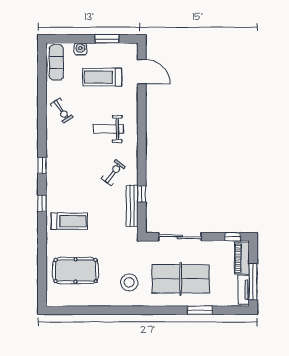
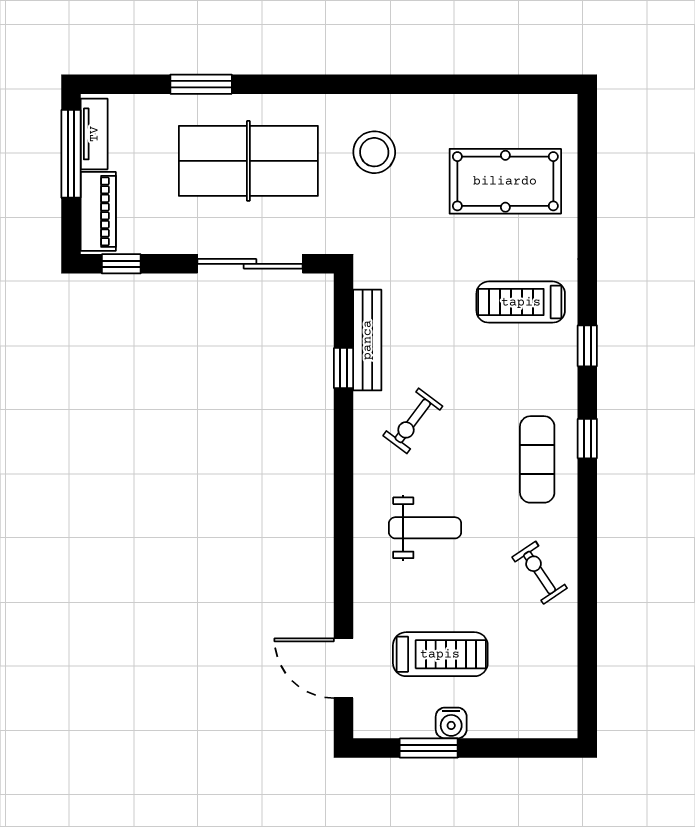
water cooler: (80, 49) -> (451, 723), moved
exercise mat: (56, 62) -> (537, 459), moved

